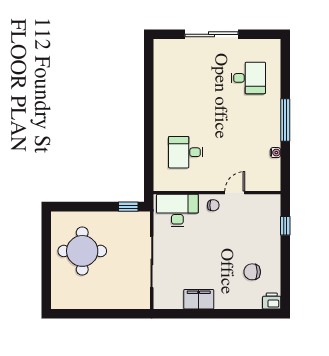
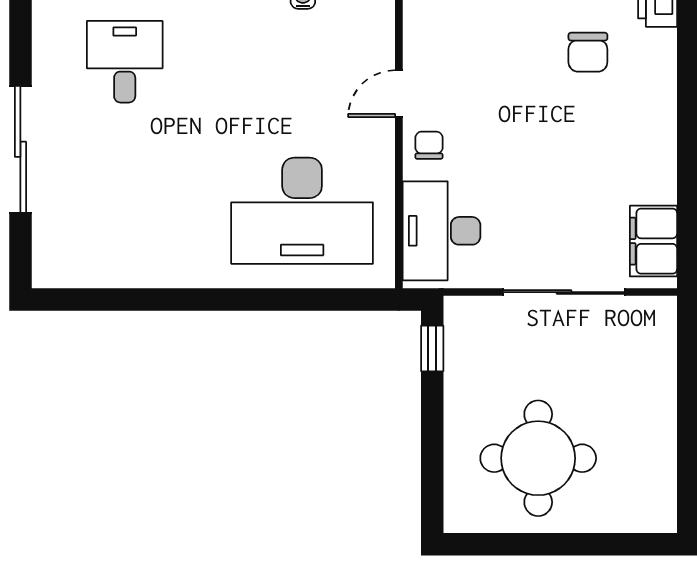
desk: (186, 152) -> (302, 211), width x1.87, depth x1.30
door: (235, 193) -> (399, 94), hinge flipped
filing cabinet: (199, 299) -> (653, 241), moved

